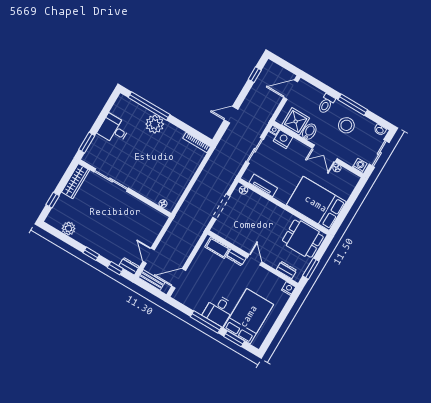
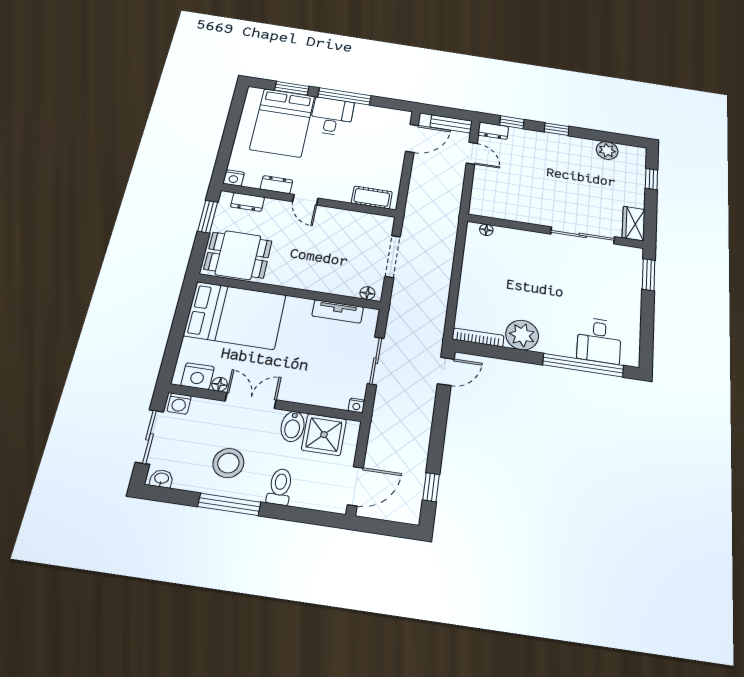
door: (231, 115) -> (446, 371), moved
plant: (155, 124) -> (522, 335), moved
desk: (114, 129) -> (599, 340), moved, turned 90
nightstand: (283, 139) -> (198, 376), moved
wardrobe: (76, 181) -> (634, 224), width x0.67
dresser: (236, 257) -> (276, 185), moved

